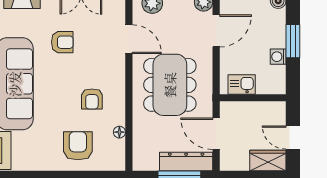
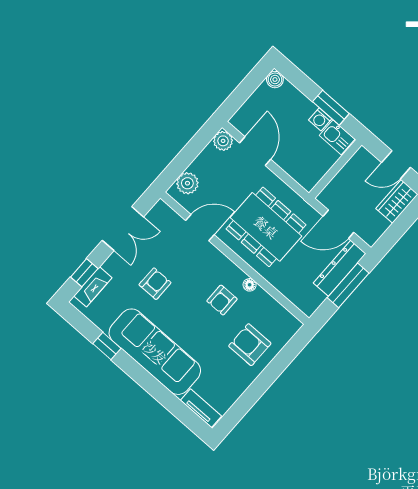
window: (293, 41) -> (331, 108), moved
kitchen sink: (242, 84) -> (337, 137), moved, turned -90
armchair: (92, 99) -> (222, 300), turned 90
floor lamp: (119, 132) -> (250, 285), moved

